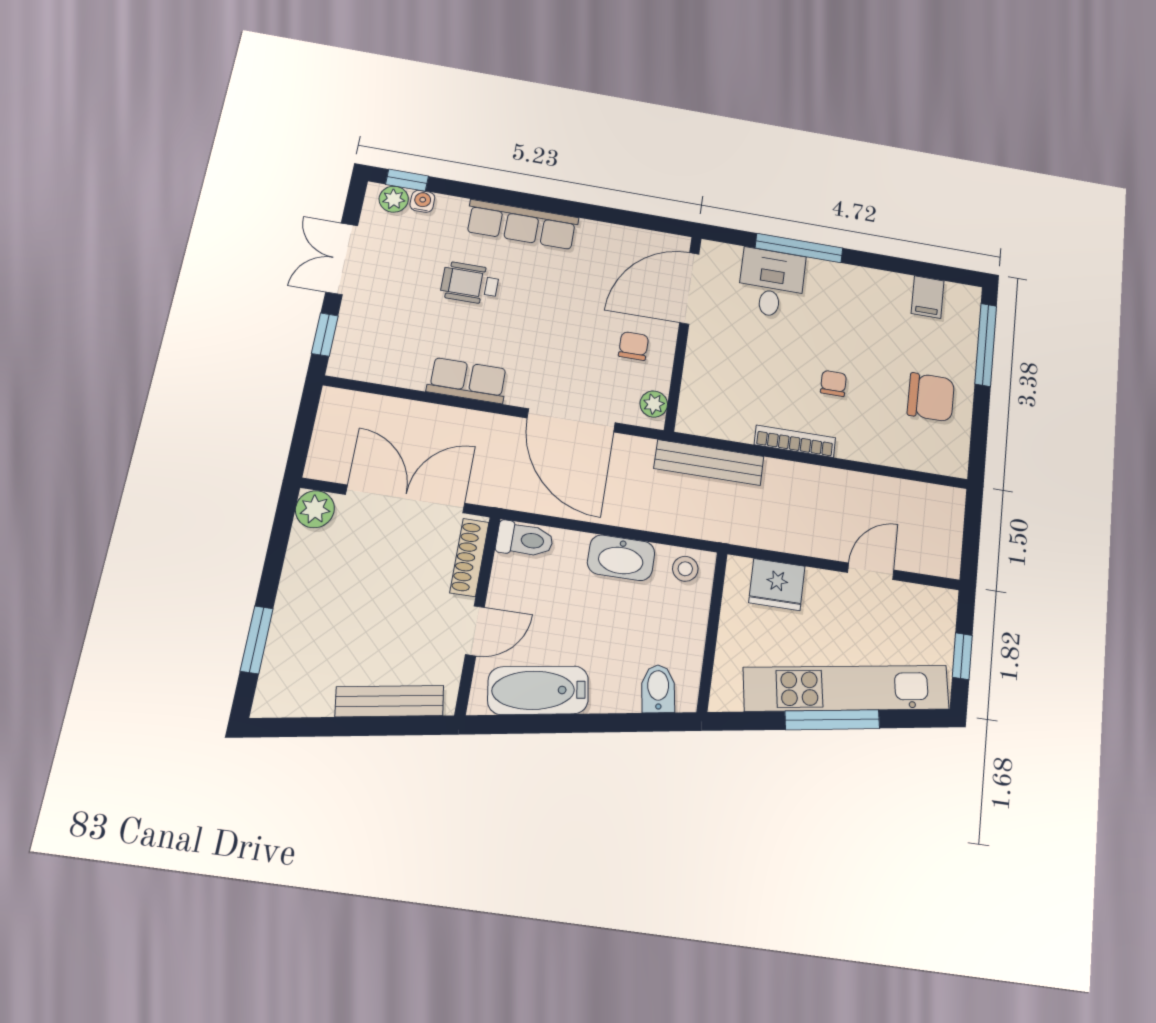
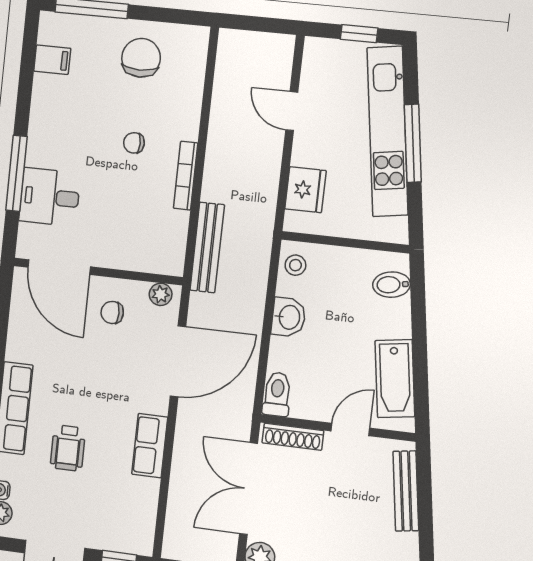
washbasin: (621, 558) -> (289, 317), width x0.72
door: (475, 631) -> (350, 429), hinge flipped

